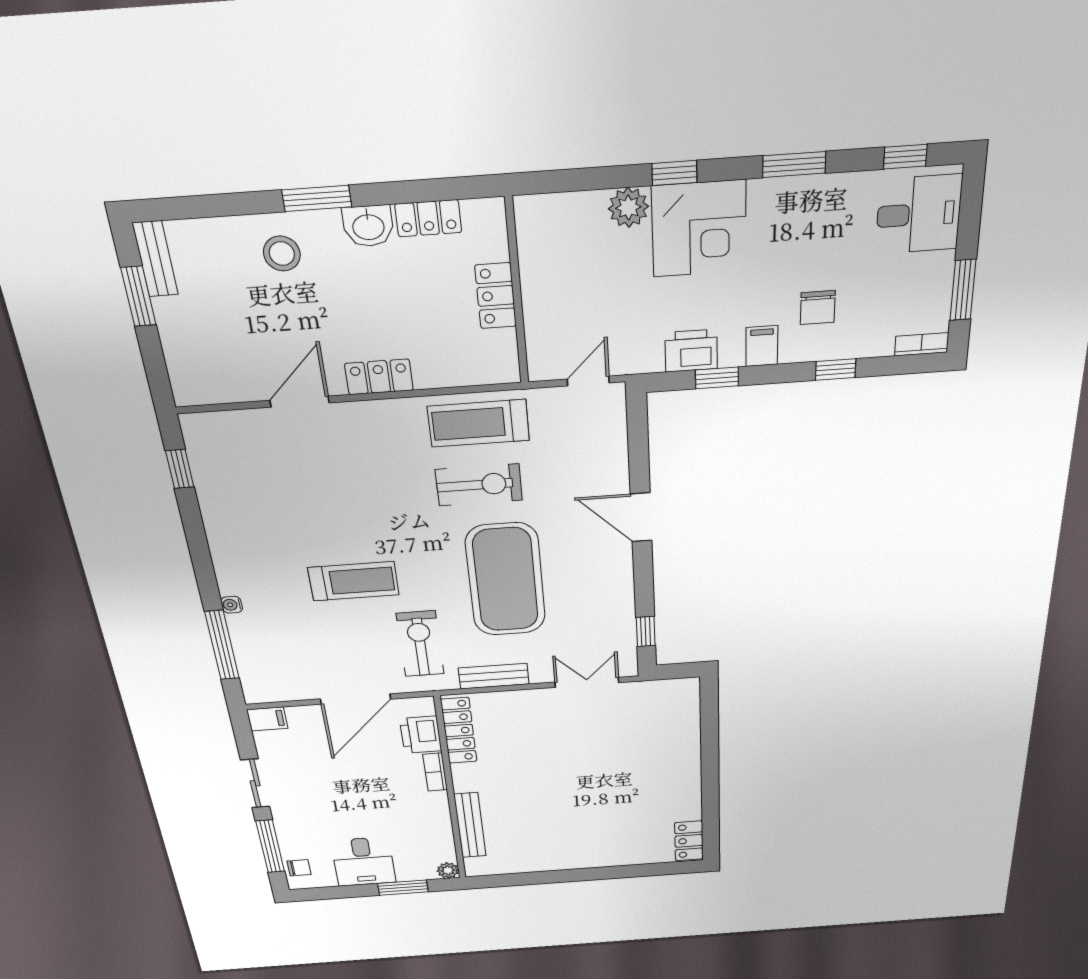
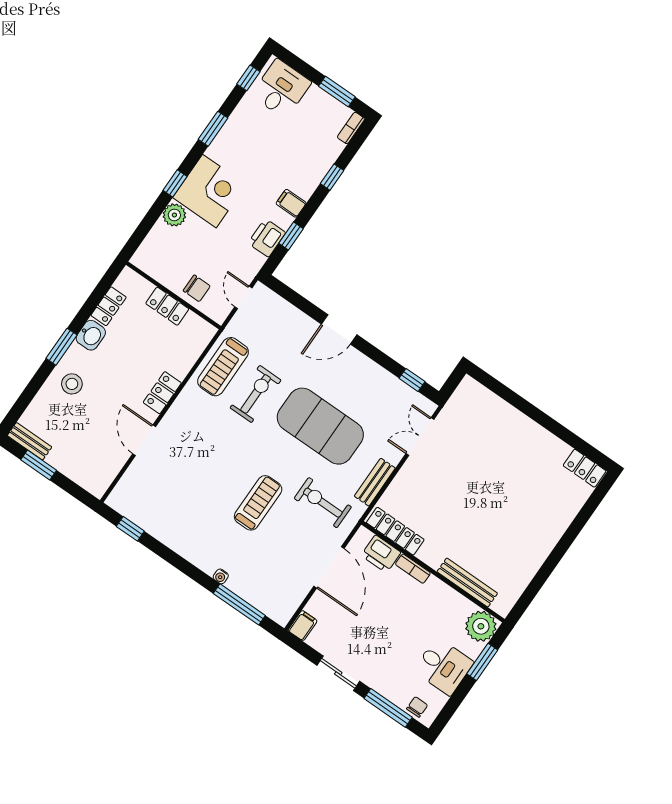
chair: (818, 308) -> (197, 288), moved
plant: (448, 870) -> (481, 626), width x1.87, depth x1.87

